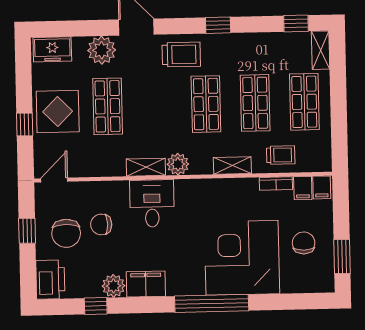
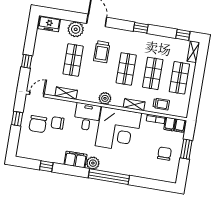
trolley: (181, 55) -> (102, 52), moved, turned 90
display table: (58, 111) -> (46, 58), removed
shelving: (146, 167) -> (66, 93), moved
window: (342, 257) -> (186, 149), moved
corner desk: (242, 258) -> (118, 129), moved, turned 180
printer: (50, 279) -> (25, 147), removed
plant: (113, 286) -> (93, 163), moved

